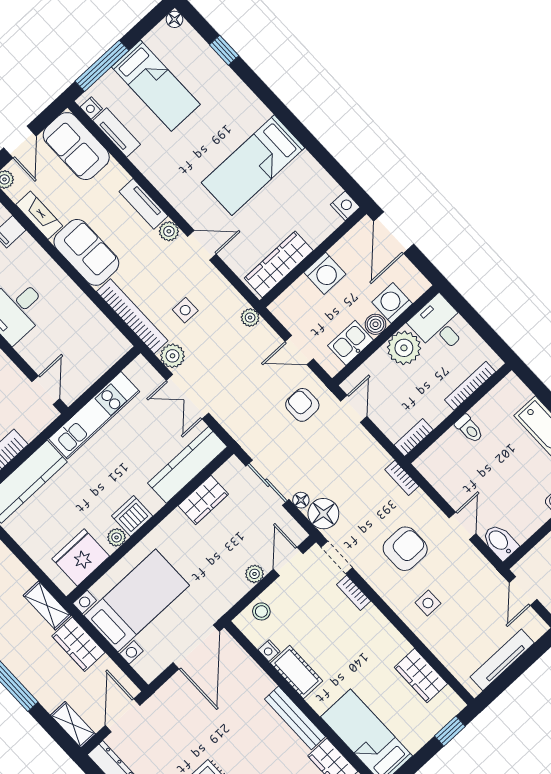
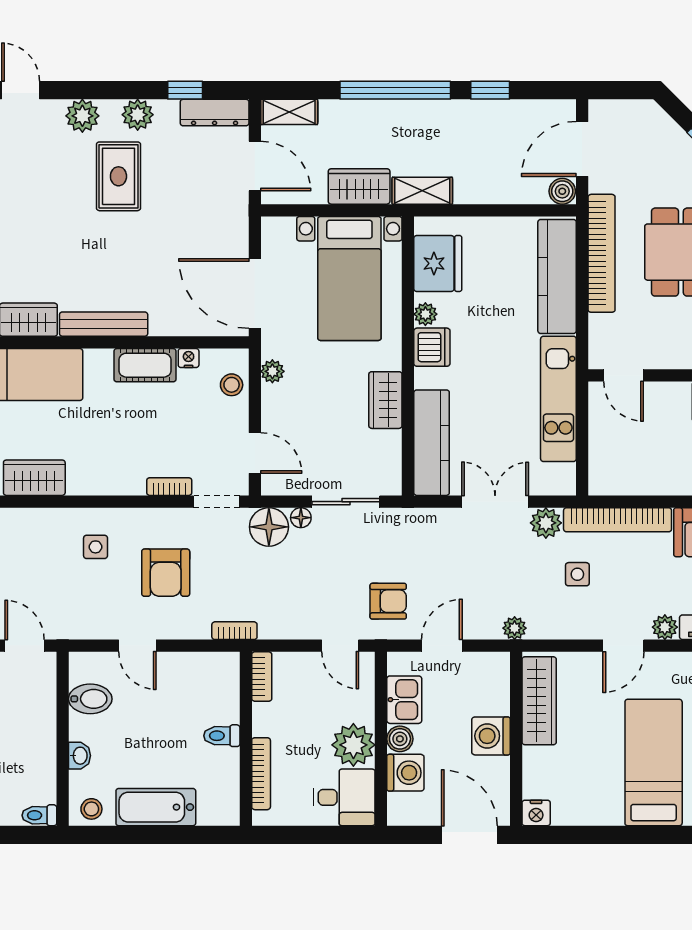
wardrobe: (203, 500) -> (385, 400), moved
bidet: (500, 542) -> (90, 699), moved
plant: (254, 574) -> (272, 371), moved

